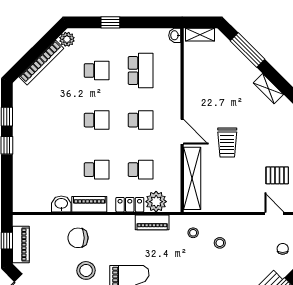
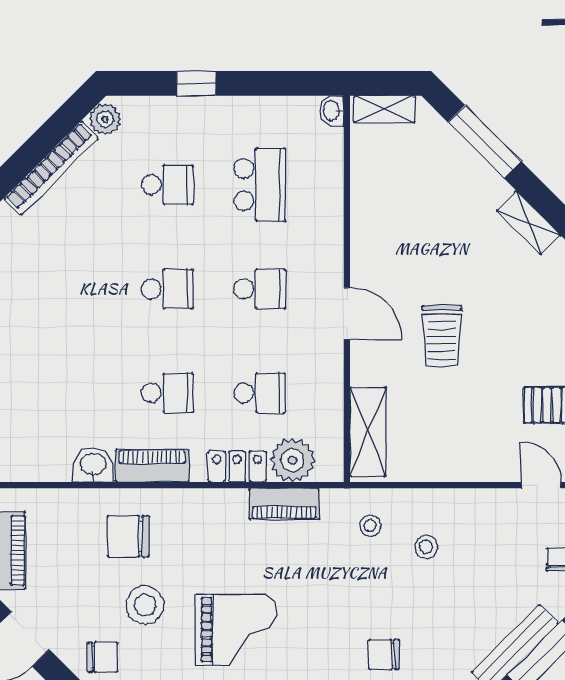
shelving: (192, 178) -> (368, 432), width x0.68

